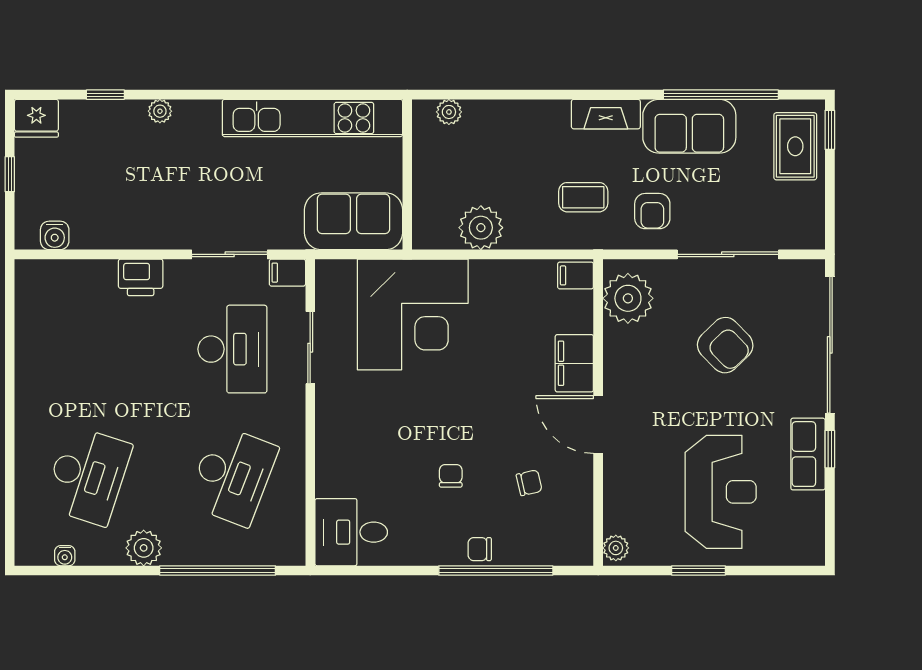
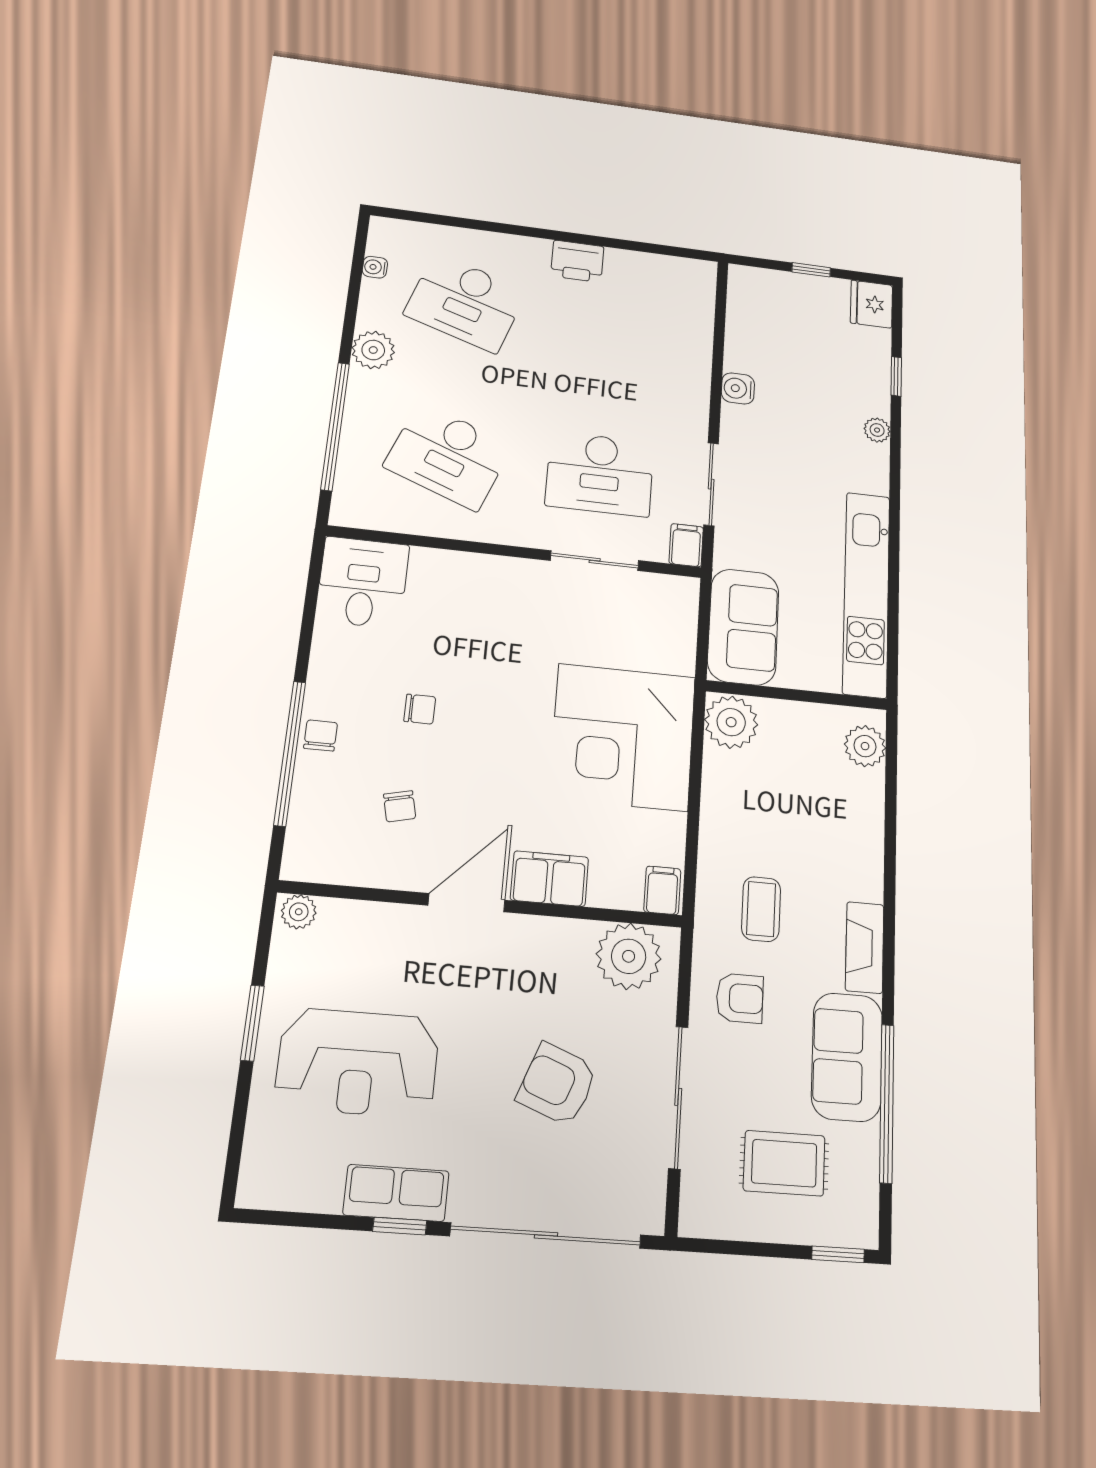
plant: (449, 112) -> (865, 746), width x1.38, depth x1.38
rug: (795, 146) -> (784, 1163), moved
armchair: (652, 211) -> (740, 998), turned 180
plant: (481, 228) -> (731, 722), moved
water cooler: (55, 235) -> (738, 388), moved
printer: (141, 277) -> (577, 261), moved, turned -90
corner desk: (413, 314) -> (623, 737), moved
armchair: (725, 345) -> (557, 1084), turned 65

